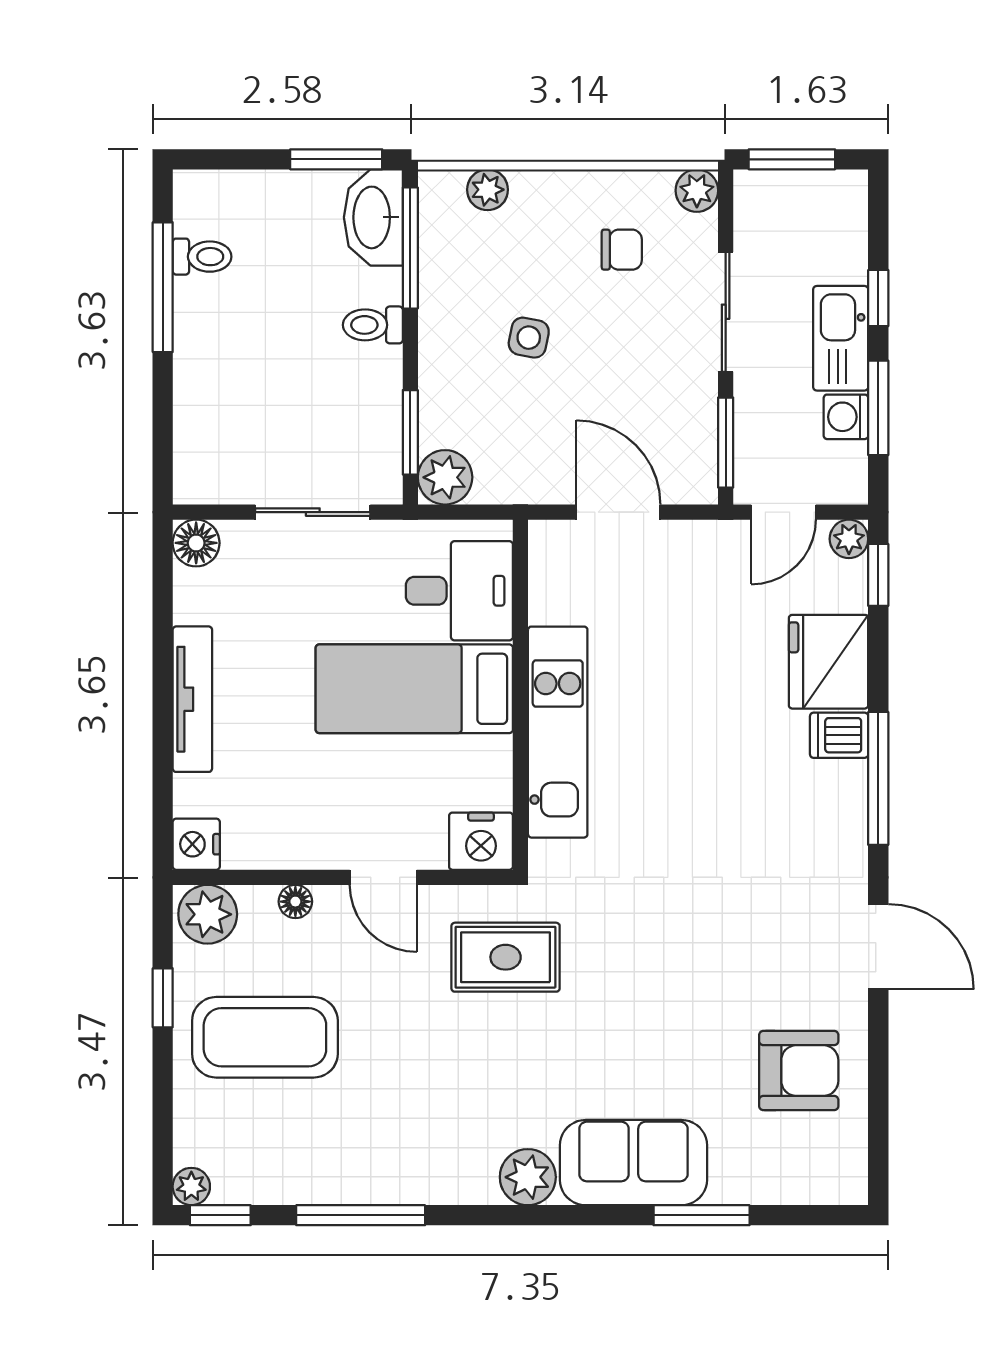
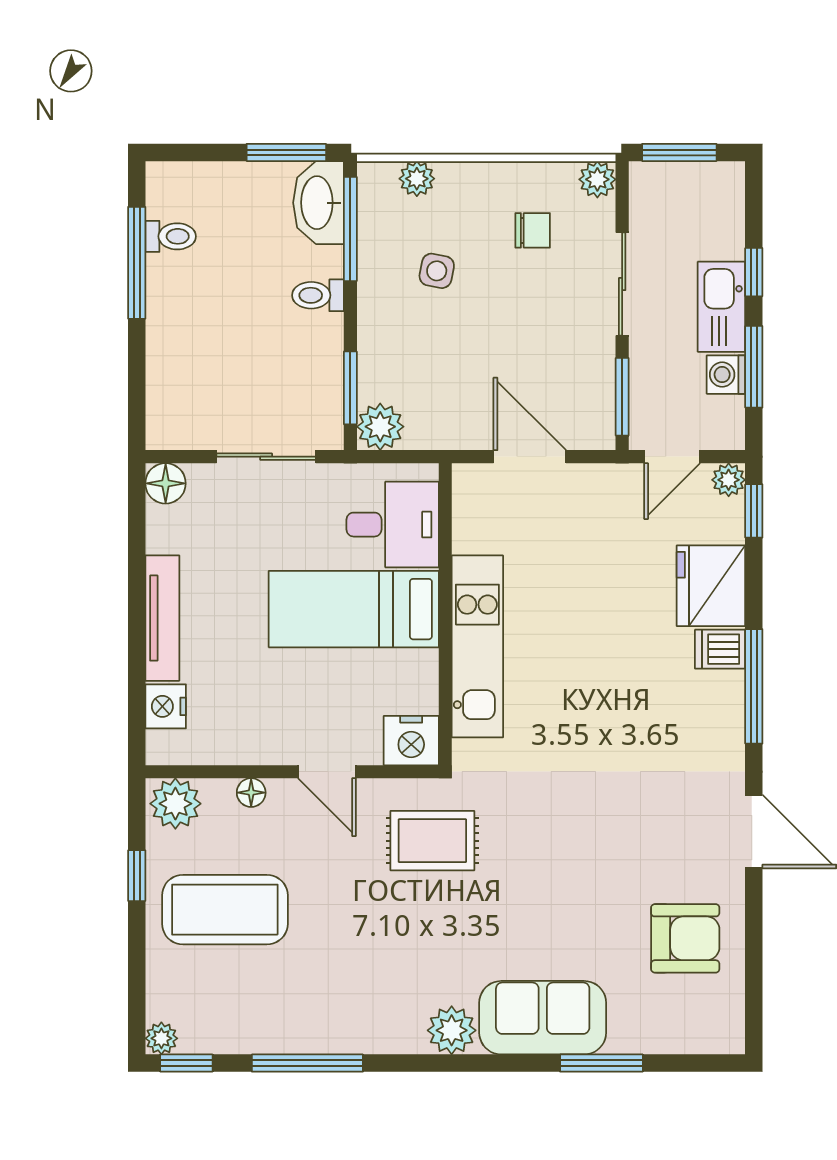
side table: (529, 338) -> (437, 271), moved
nightstand: (196, 844) -> (166, 706), moved

